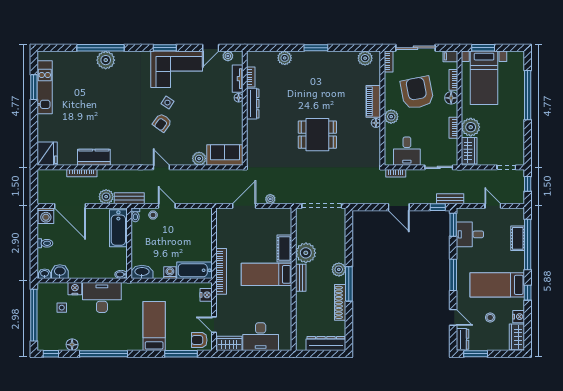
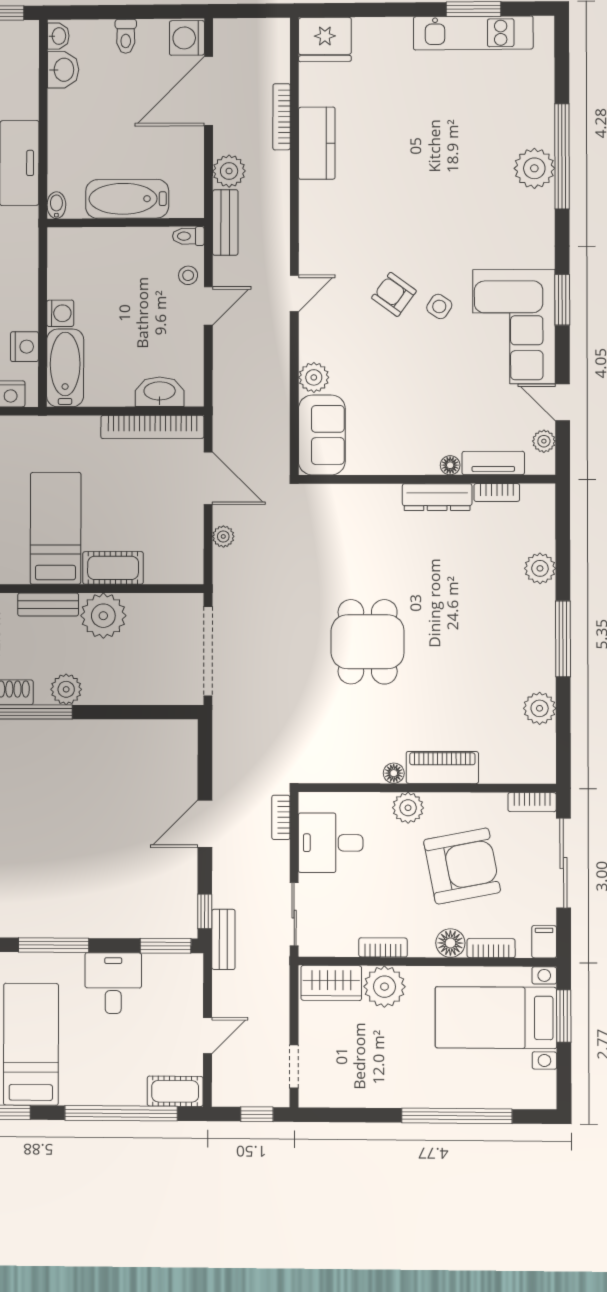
window: (316, 48) -> (563, 639), width x1.44
plant: (365, 58) -> (540, 708), moved
bathtub: (118, 228) -> (127, 199), moved
desk: (470, 234) -> (113, 983), moved
cot: (518, 238) -> (175, 1091), moved
bookcase: (221, 271) -> (152, 427), moved
washbasin: (142, 272) -> (160, 392), moved, turned -90
nightstand: (75, 289) -> (24, 347), moved

